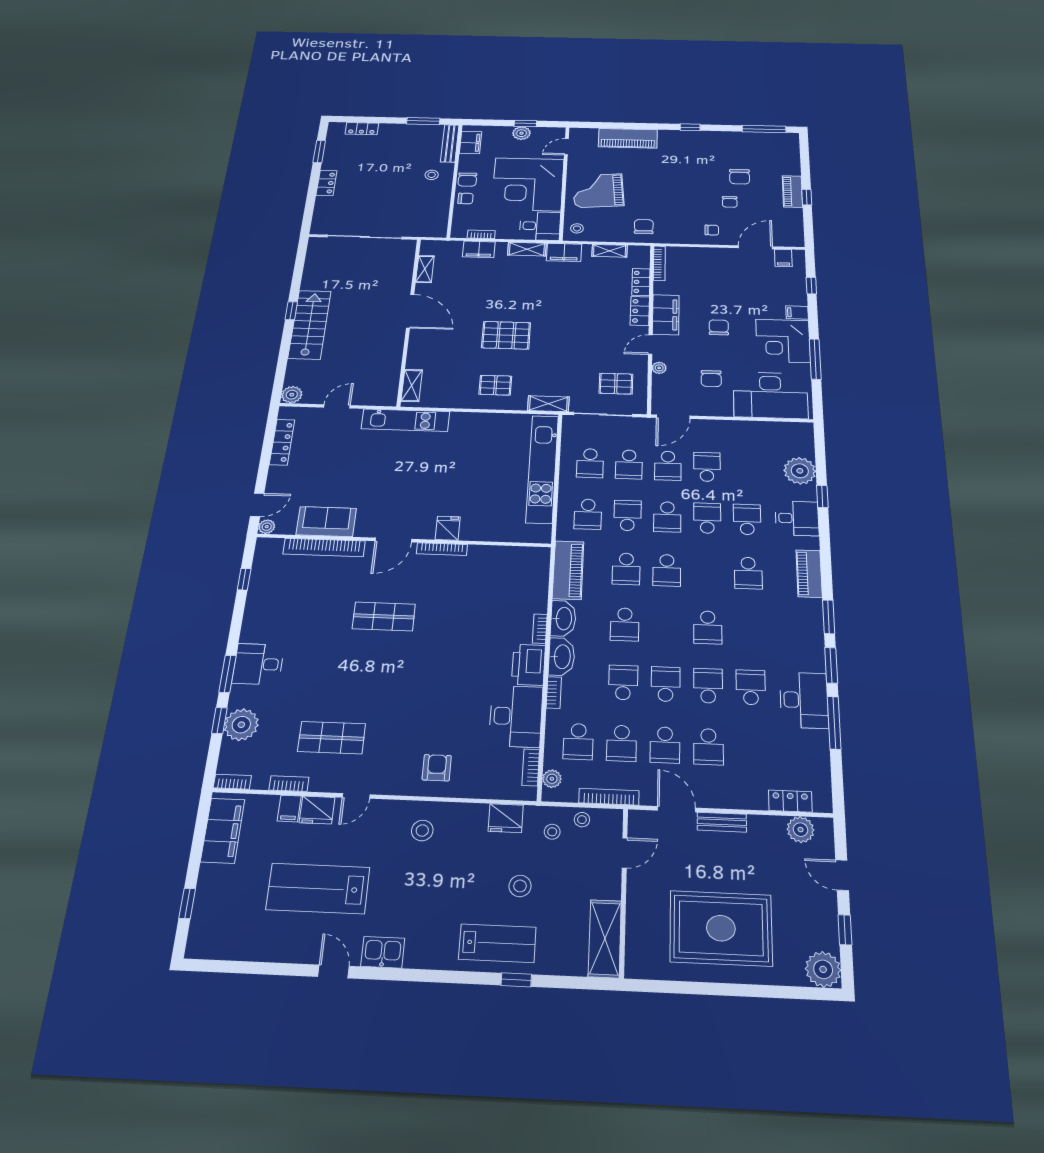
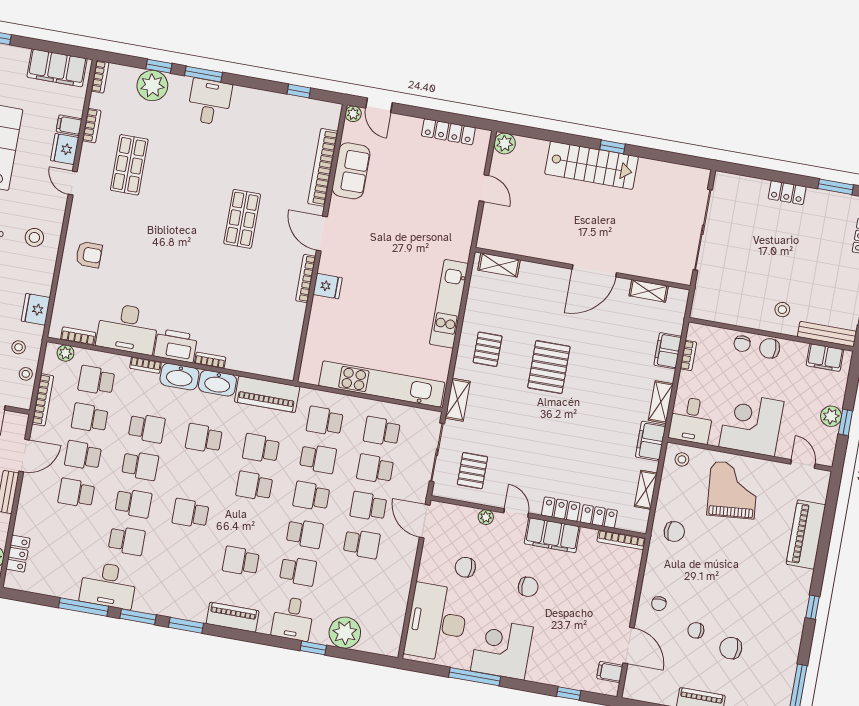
corner desk: (528, 184) -> (751, 424), width x0.74, depth x0.74
filing cabinet: (797, 312) -> (536, 671), removed
kitchen unit: (405, 420) -> (449, 304), moved

